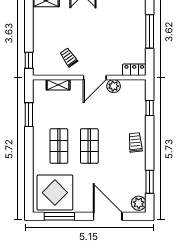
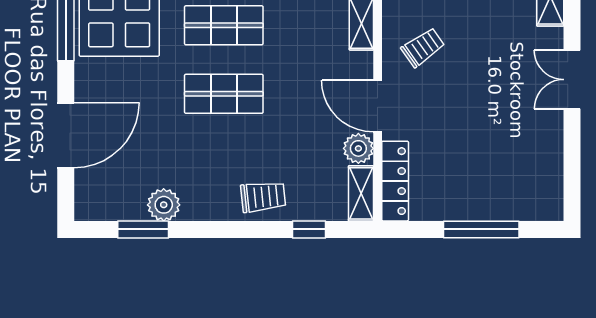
locker: (134, 70) -> (395, 181), width x1.53
shelving: (134, 85) -> (361, 193), added
trolley: (135, 142) -> (263, 197), moved
plant: (139, 203) -> (164, 205), moved

